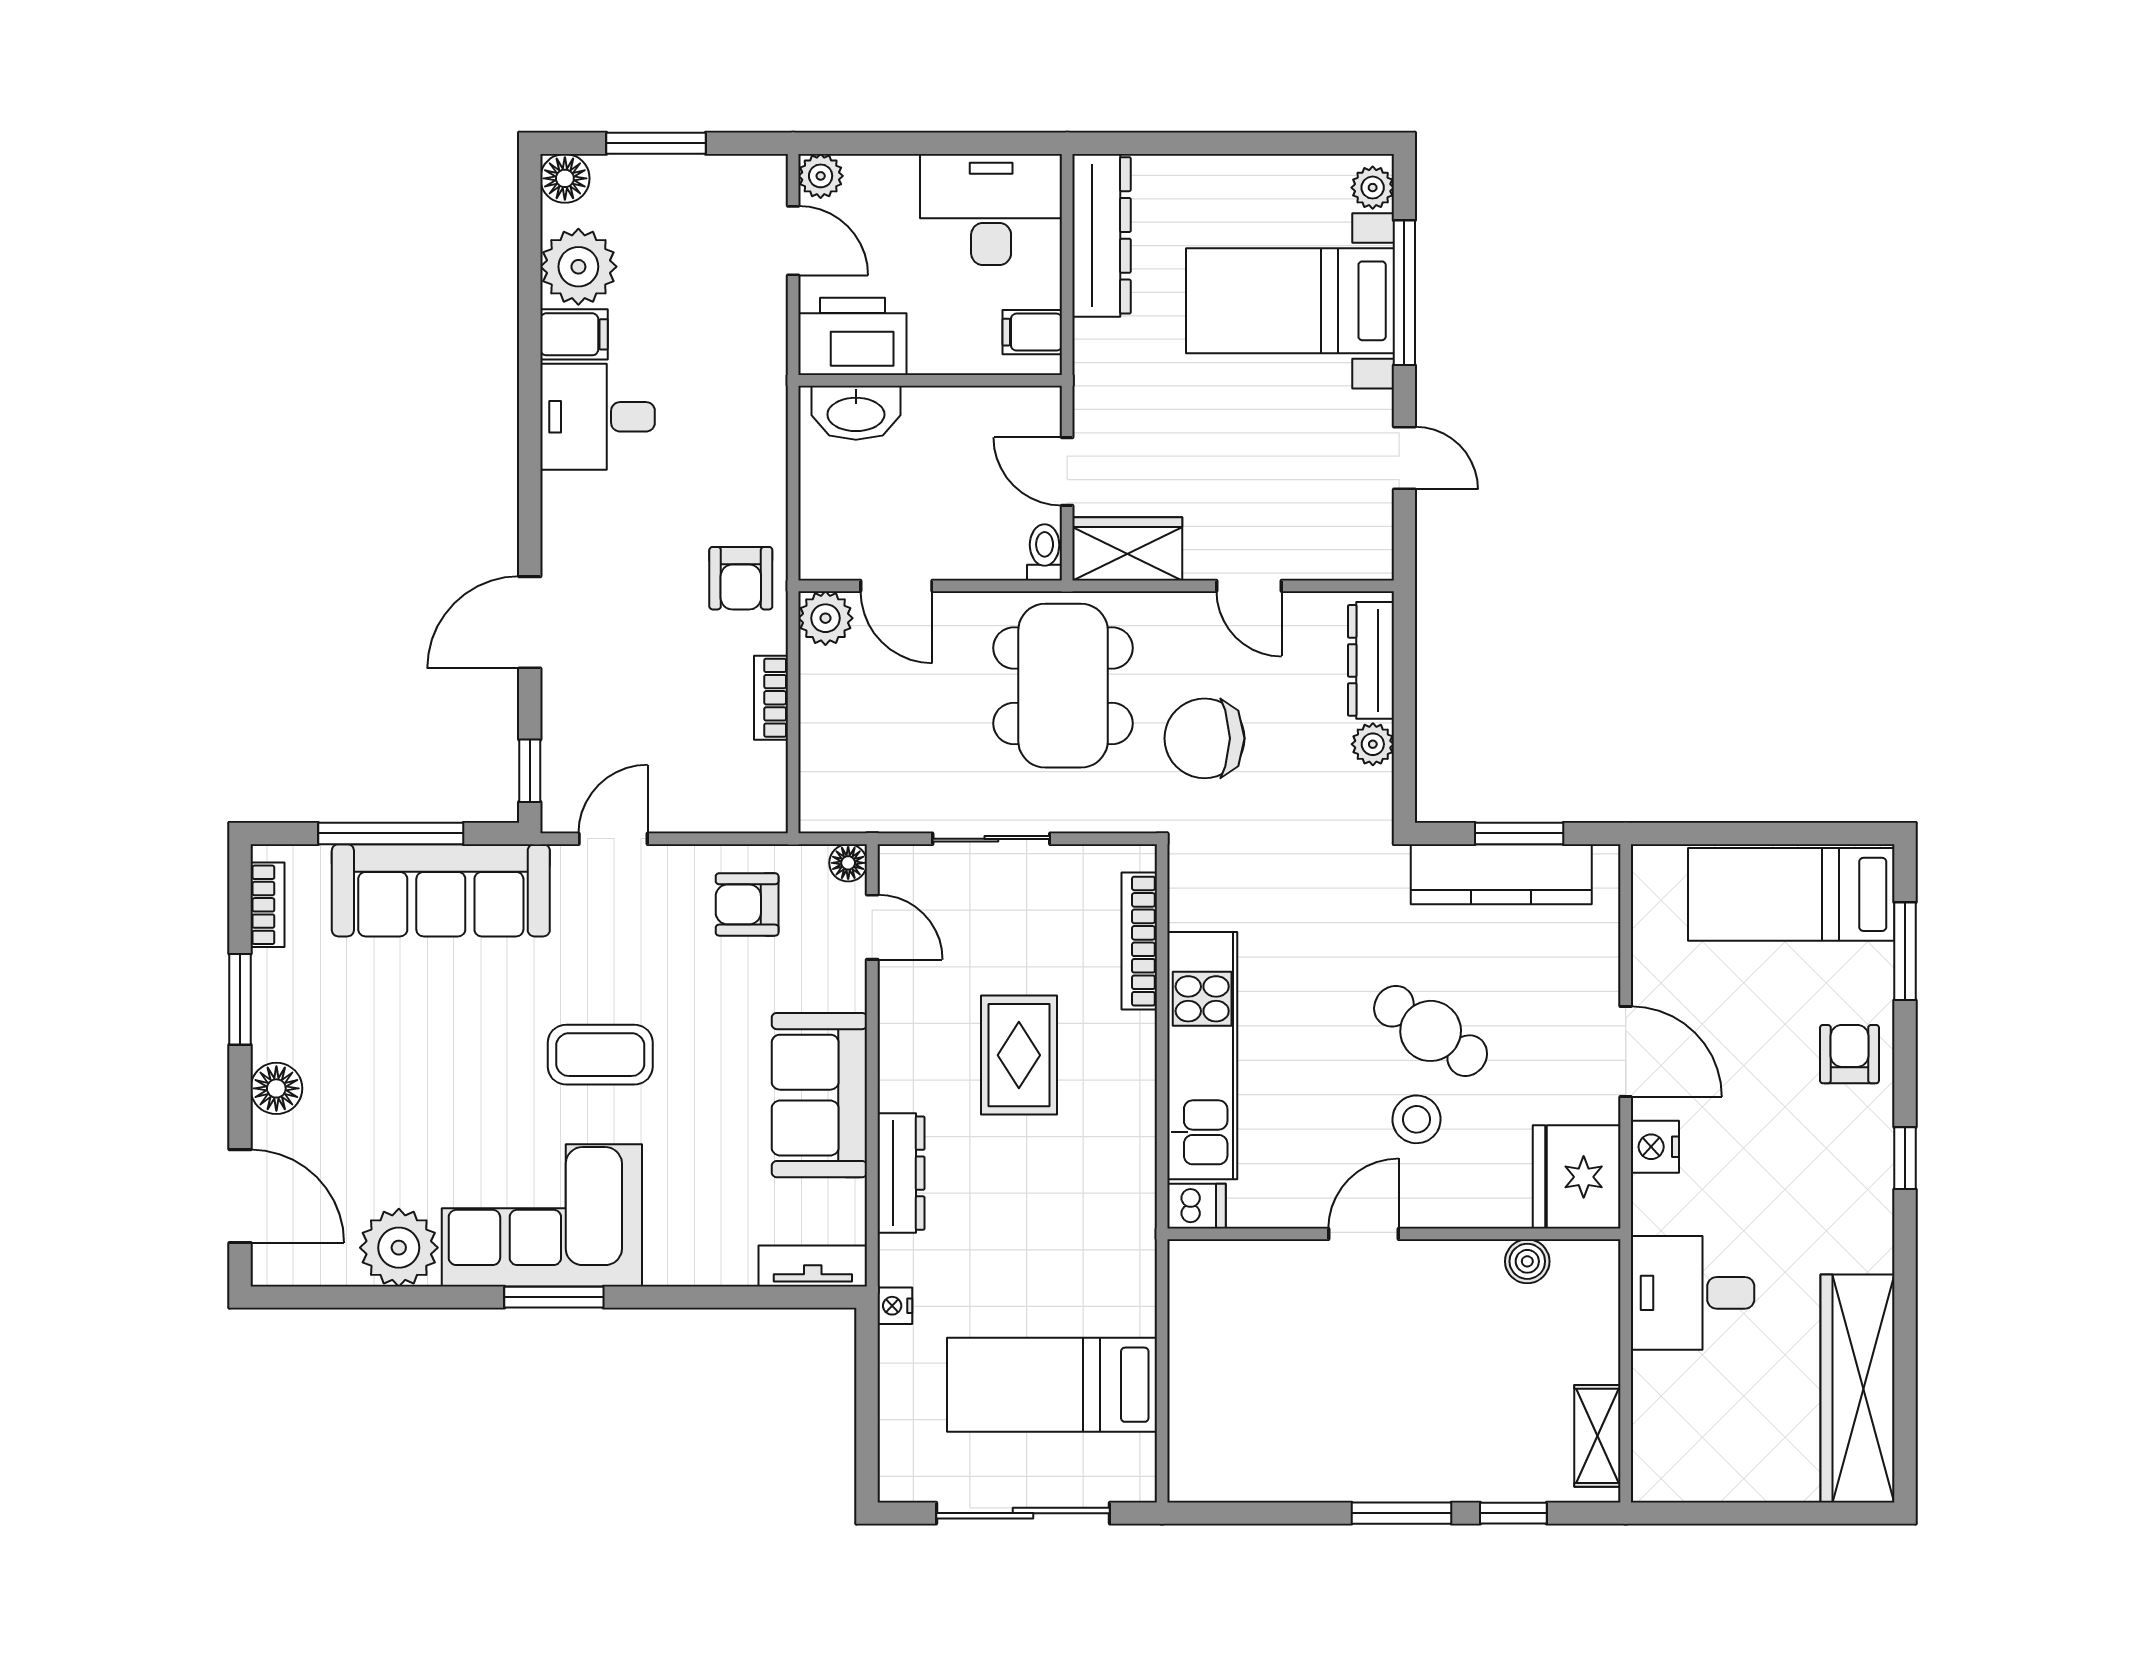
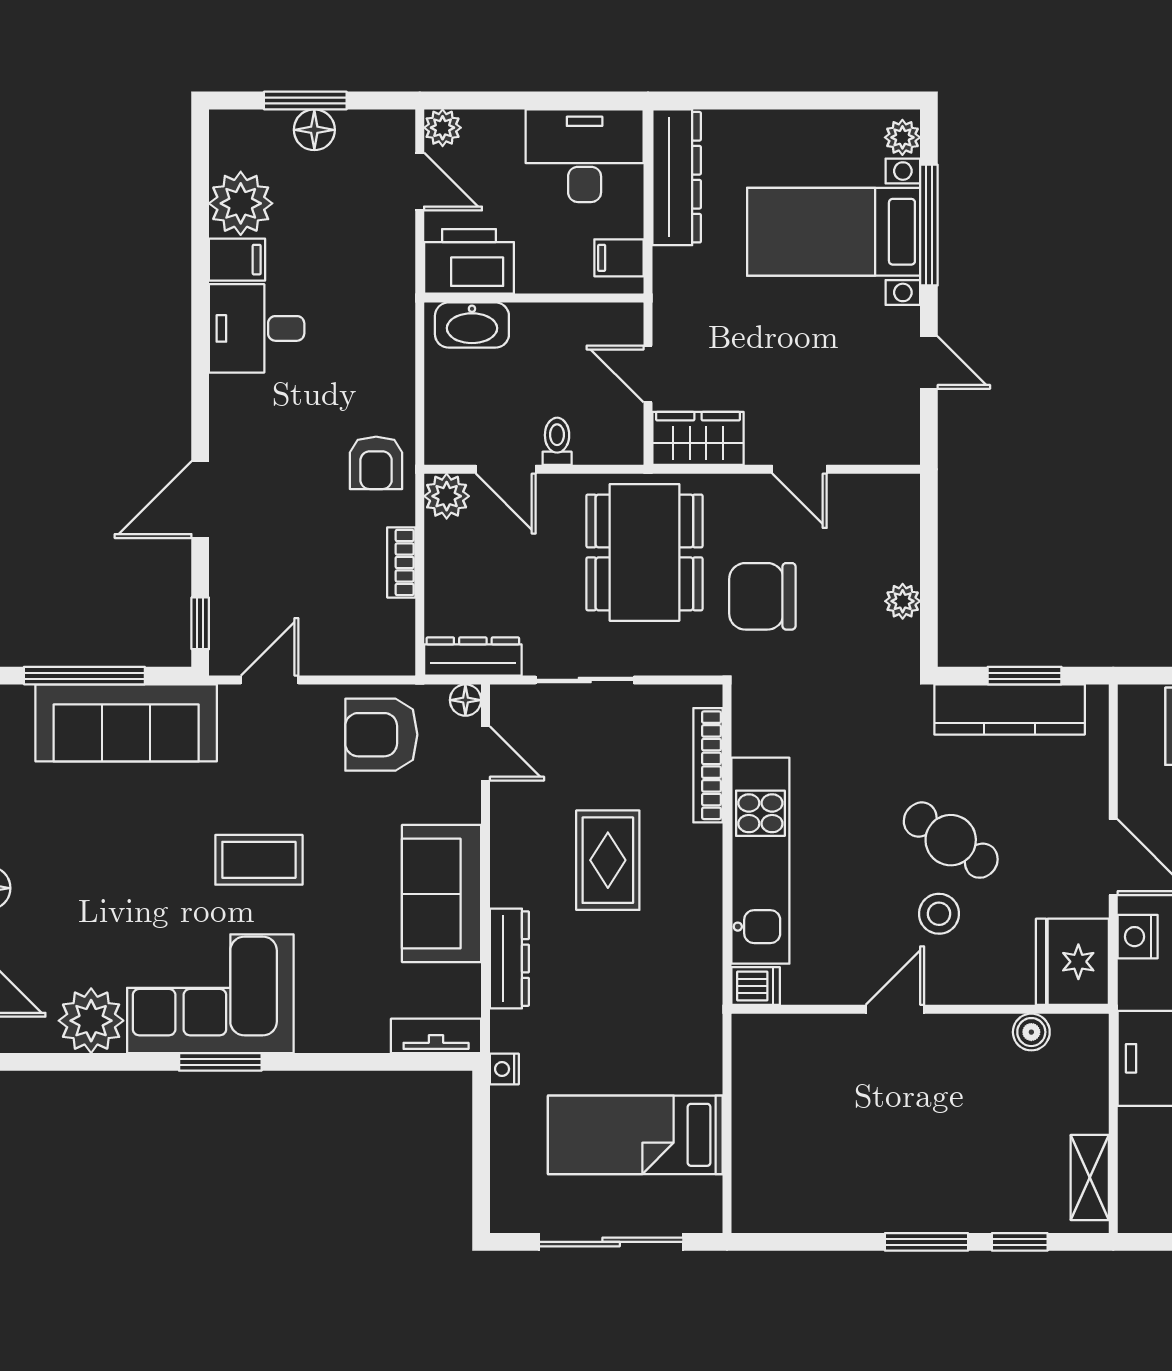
floor lamp: (565, 178) -> (314, 130), moved
toilet: (1045, 552) -> (557, 441), moved
dresser: (1371, 660) -> (473, 657), moved, turned 90
armchair: (747, 904) -> (381, 735), width x1.38, depth x1.38

